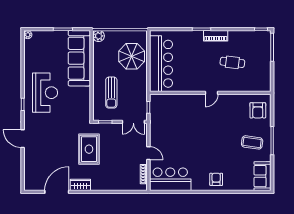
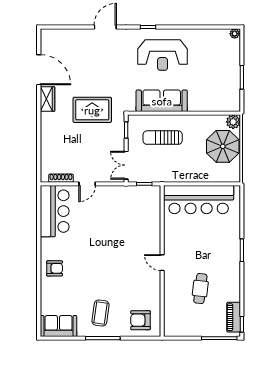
piano: (216, 36) -> (234, 317), moved
parasol: (132, 56) -> (223, 146), moved
sofa: (79, 58) -> (162, 101), moved, width x0.74, depth x0.79

